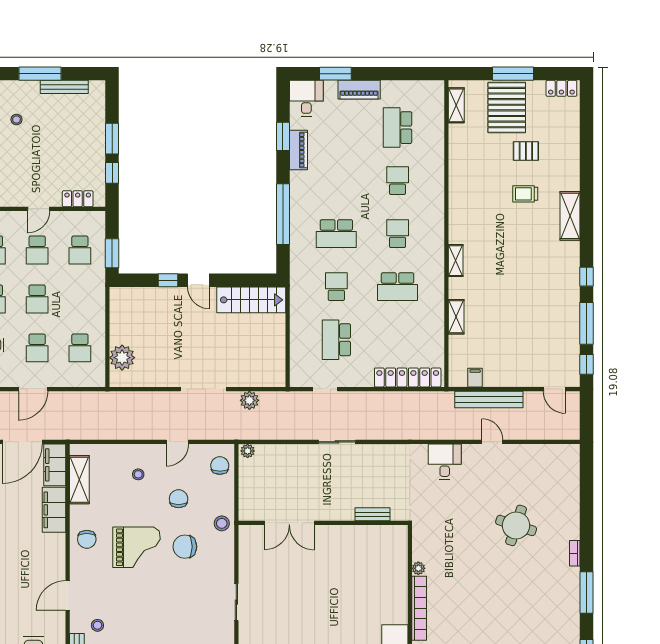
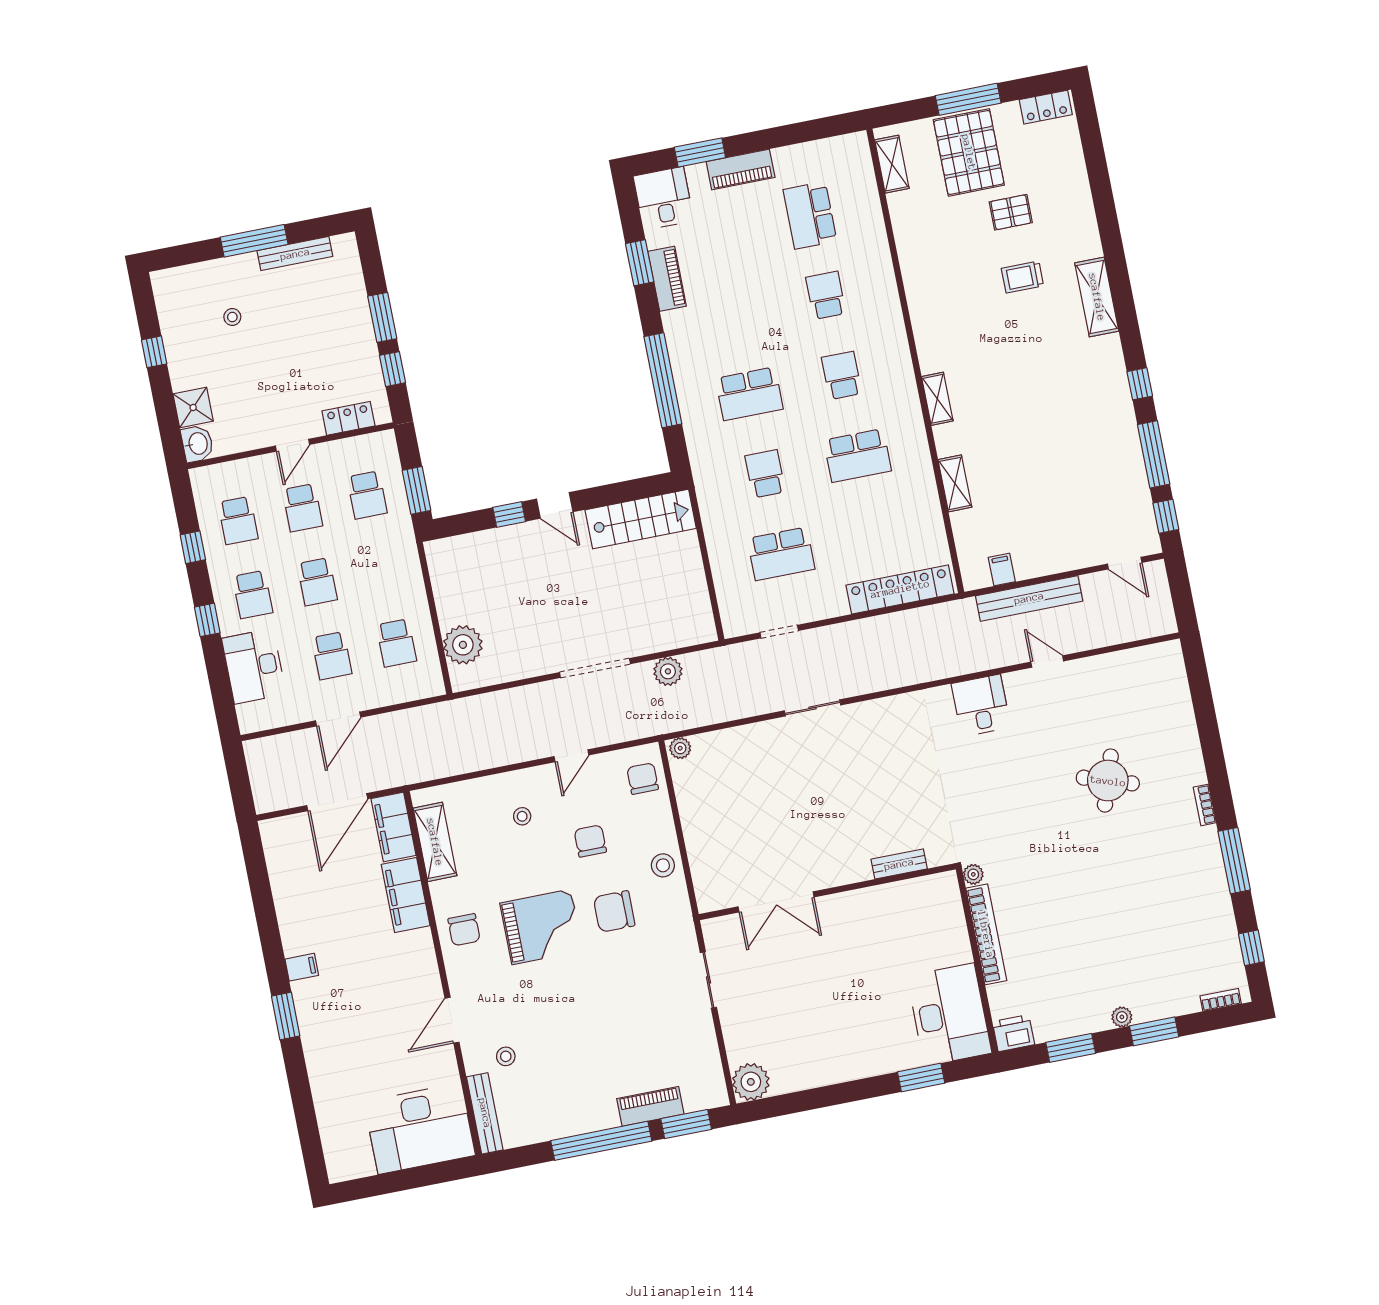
school desk: (336, 340) -> (781, 554), turned -90
bench: (373, 514) -> (899, 864), moved
double door: (289, 523) -> (776, 902), moved
wall: (323, 523) -> (827, 892), moved

